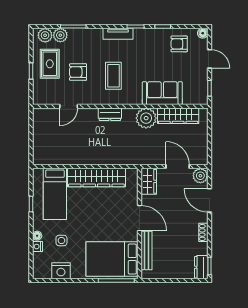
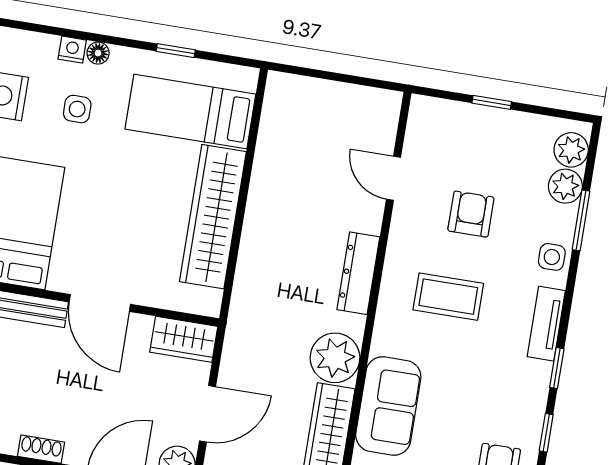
side table: (90, 36) -> (552, 257), added
rug: (50, 64) -> (502, 150), removed
dresser: (110, 114) -> (358, 273), width x1.44
door: (139, 218) -> (100, 303), hinge flipped

